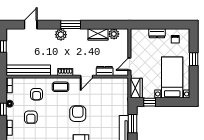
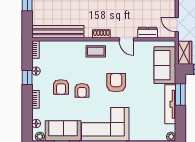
door: (129, 64) -> (177, 25), hinge flipped
door: (87, 77) -> (126, 39), hinge flipped
armchair: (37, 94) -> (82, 90), moved
sofa: (119, 99) -> (165, 65), added

